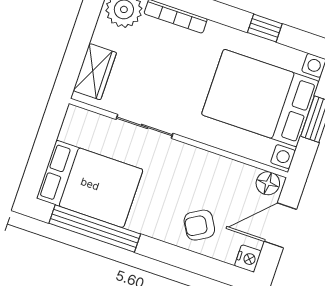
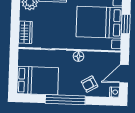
floor lamp: (268, 183) -> (78, 56), moved
window: (95, 229) -> (65, 100), moved

